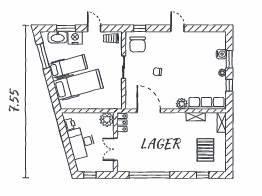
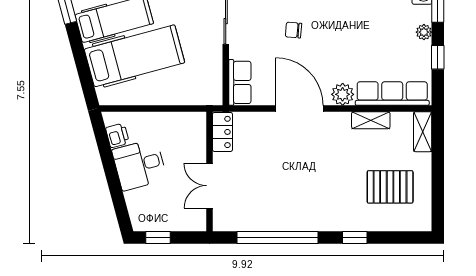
row of seats: (131, 98) -> (240, 82), added
door: (149, 111) -> (299, 109), moved
plant: (107, 119) -> (192, 126), removed
desk: (82, 143) -> (139, 165), width x0.73
pallet: (205, 150) -> (390, 187), turned 90
window: (203, 175) -> (355, 237), moved

